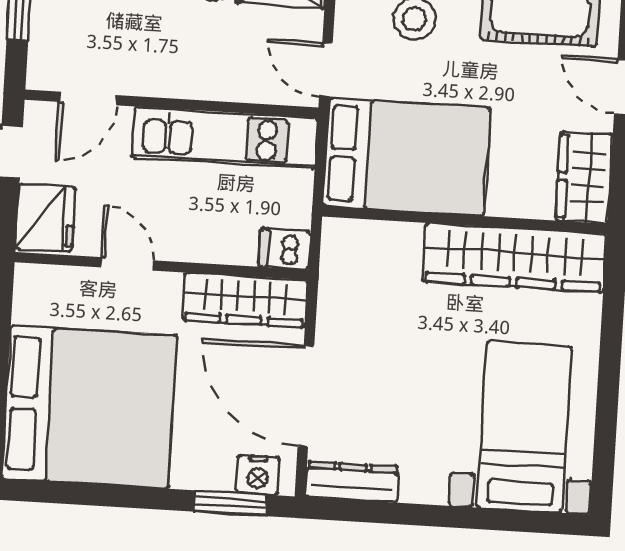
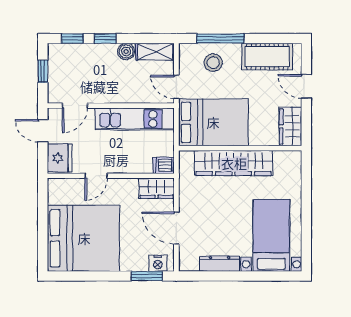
wardrobe: (515, 258) -> (234, 163), moved
door: (127, 264) -> (96, 176), swing flipped
wardrobe: (245, 300) -> (157, 188), width x0.67
door: (306, 396) -> (176, 228), width x0.73
dresser: (352, 482) -> (219, 264), moved

